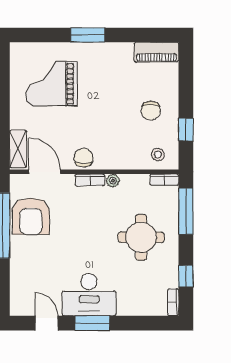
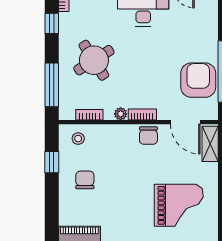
bookcase: (164, 180) -> (89, 115), moved
round table: (141, 237) -> (94, 60), turned -32

